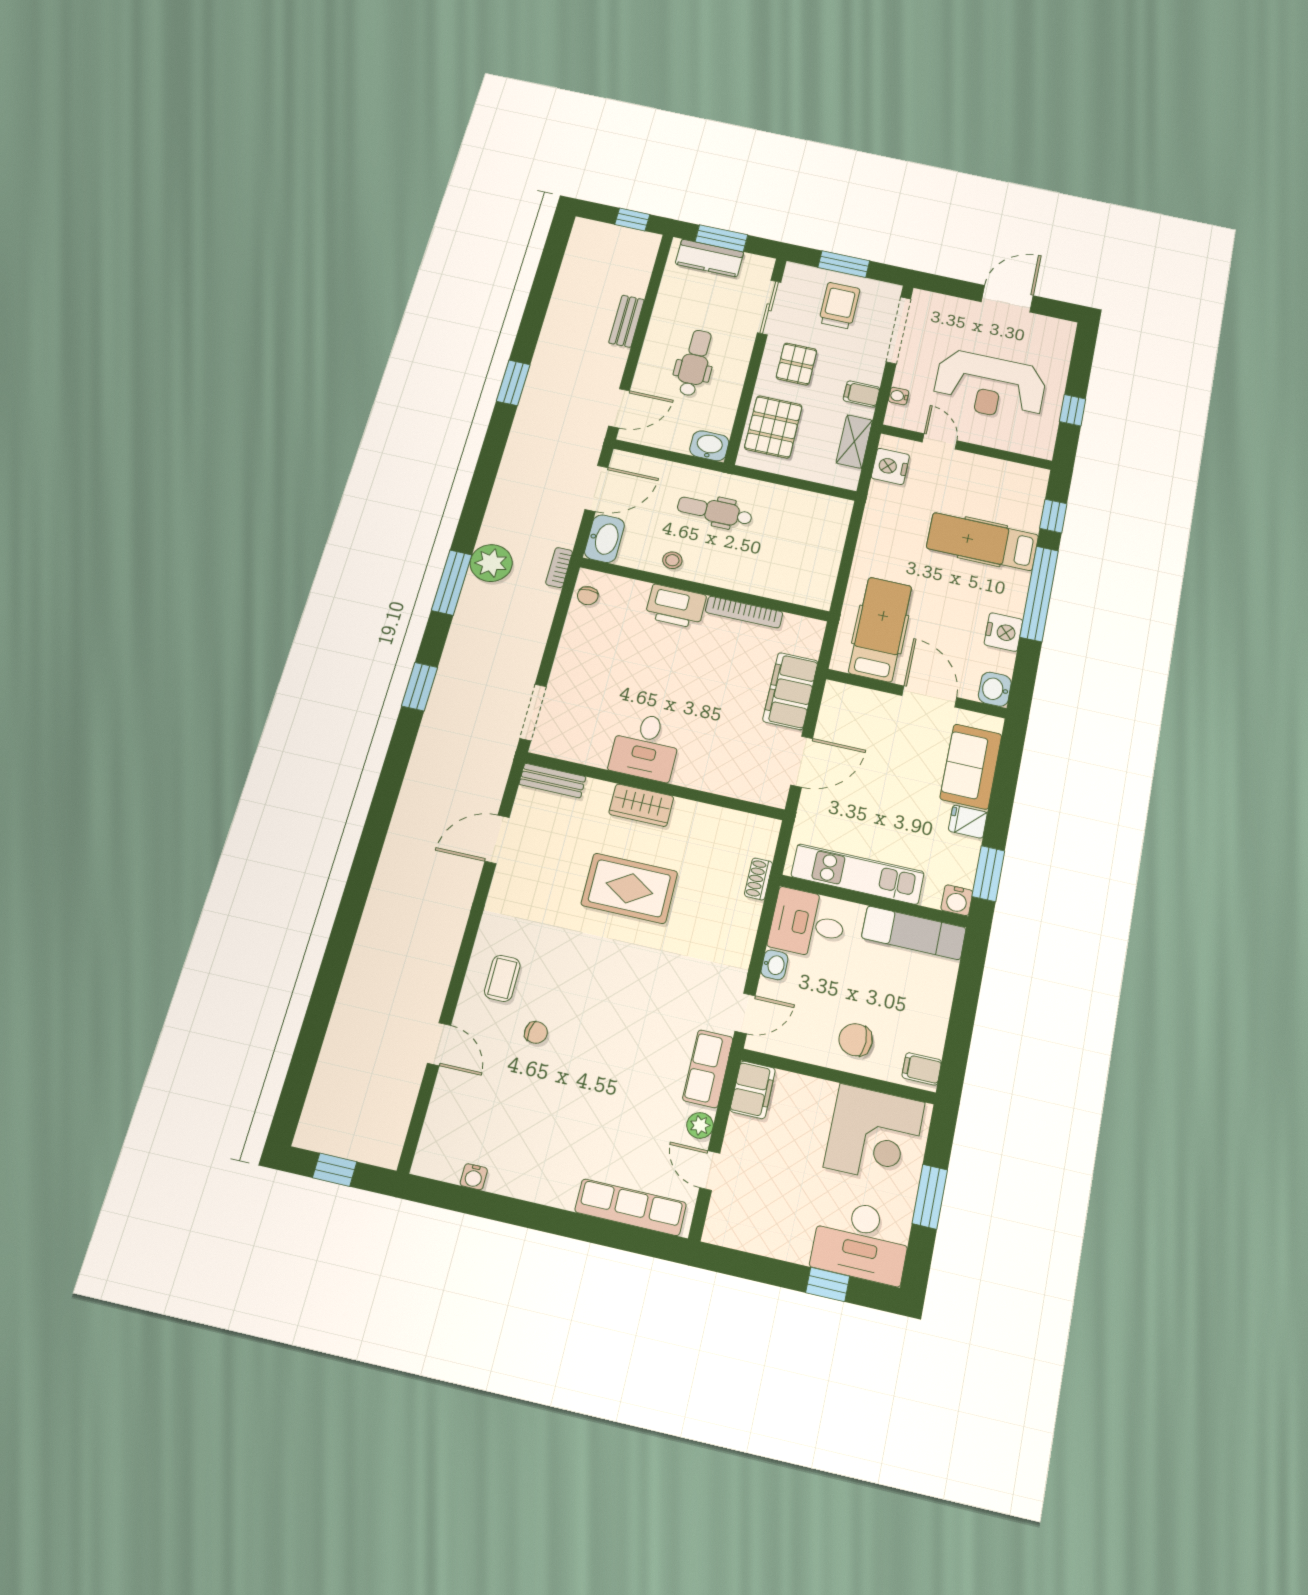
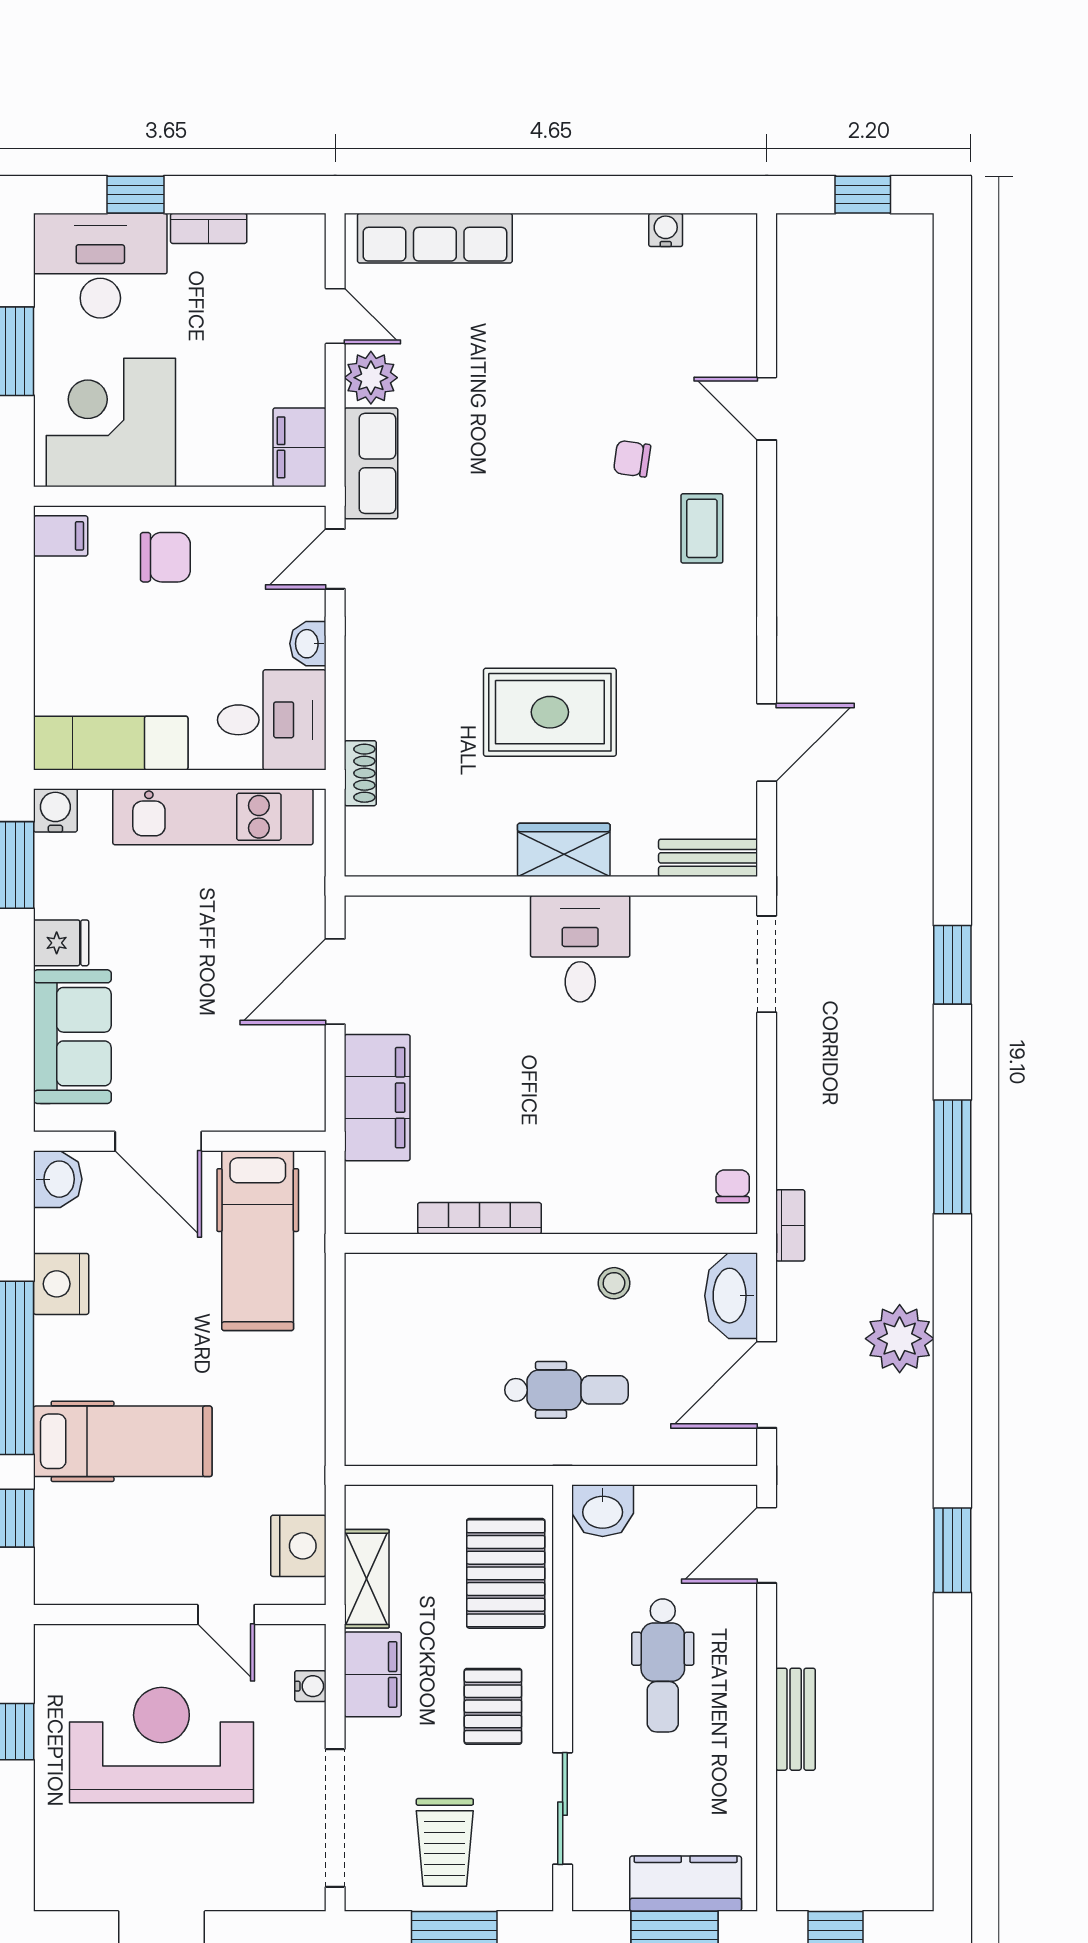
filing cabinet: (862, 394) -> (373, 1674), width x2.00
plant: (491, 563) -> (900, 1339), moved
printer: (676, 606) -> (590, 1202), removed
plant: (700, 1125) -> (371, 378), width x1.38, depth x1.38
bookcase: (782, 1250) -> (209, 228), added

